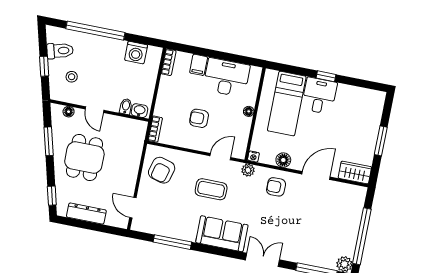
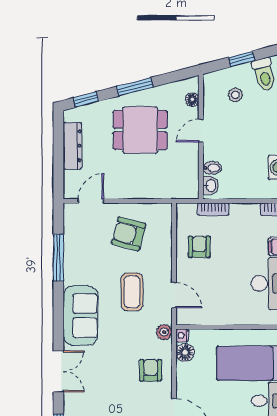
floor lamp: (249, 111) -> (236, 319), removed
armchair: (199, 118) -> (199, 247), moved
bookcase: (155, 129) -> (213, 209), moved
window: (49, 141) -> (135, 87), moved
floor lamp: (283, 160) -> (185, 353), moved
armchair: (162, 170) -> (129, 234), moved

